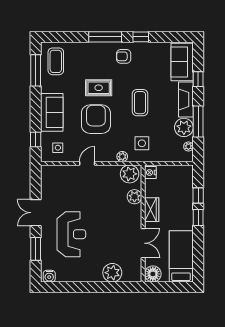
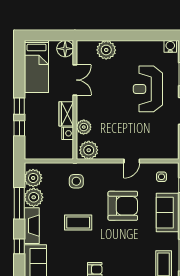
rug: (99, 88) -> (120, 238), removed
coffee table: (140, 103) -> (78, 223), turned 90
armchair: (96, 119) -> (123, 206), turned -90
plant: (188, 147) -> (33, 178), width x1.88, depth x1.88
plant: (122, 157) -> (96, 168), removed
nightstand: (150, 173) -> (68, 133), moved
double door: (143, 243) -> (75, 80), swing flipped

